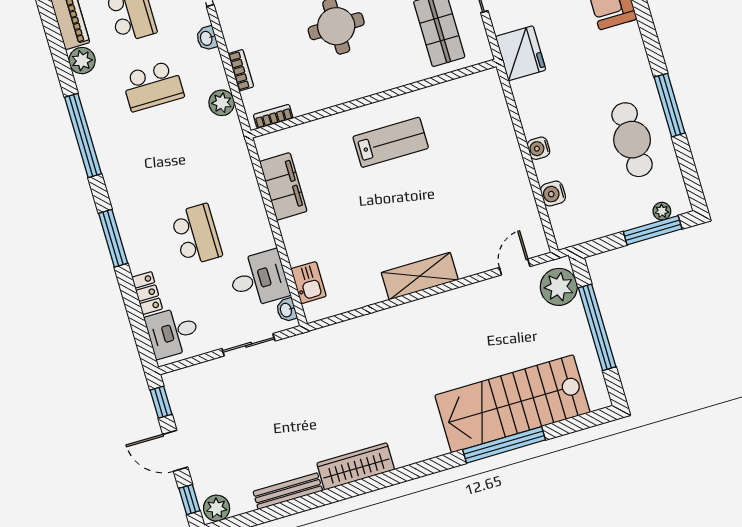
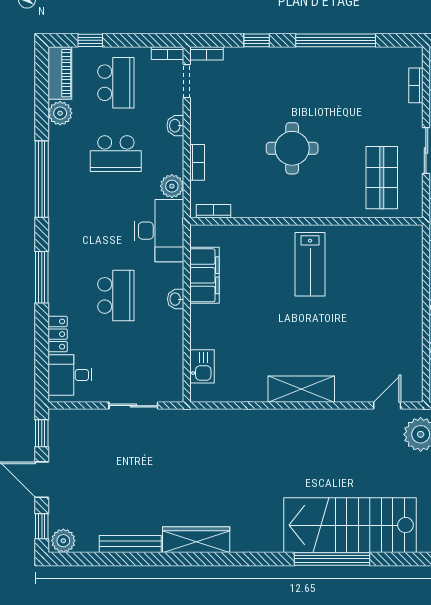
lab bench: (391, 142) -> (310, 264), turned 90
desk: (259, 279) -> (159, 231), moved, width x1.37
washbasin: (286, 310) -> (176, 299), moved

